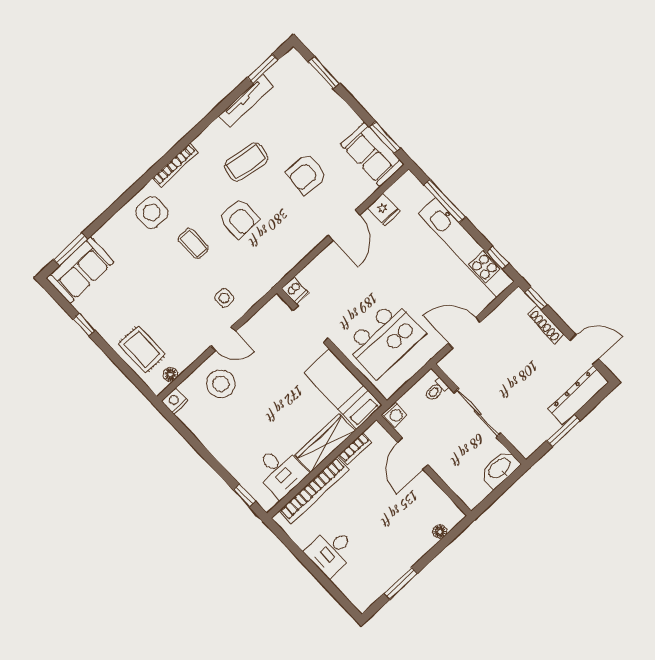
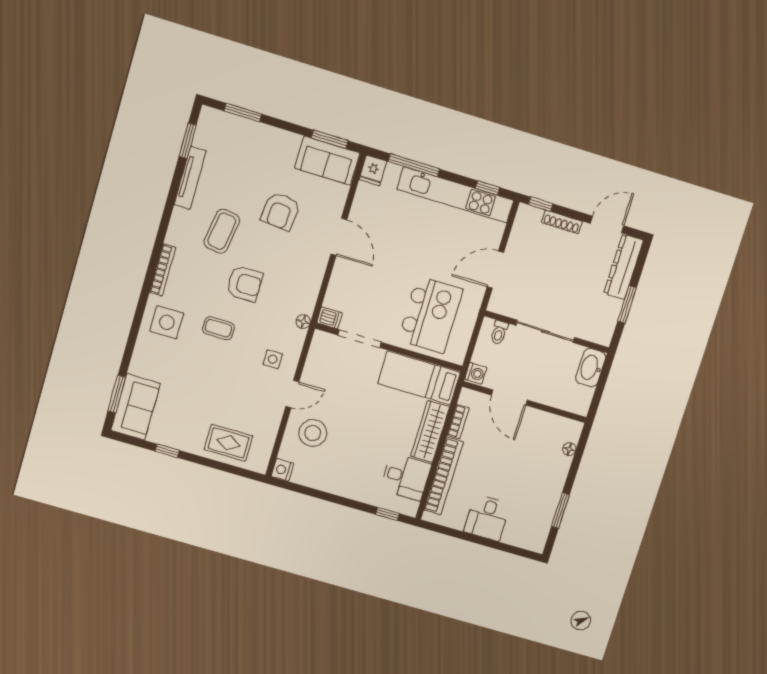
fridge: (384, 210) -> (373, 170), moved, turned 90
floor lamp: (170, 374) -> (303, 322), moved

